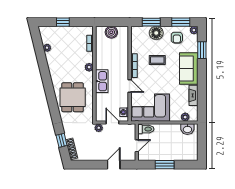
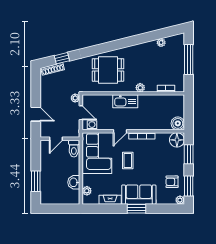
window: (63, 22) -> (189, 60), width x2.17
boiler: (111, 32) -> (178, 123), moved
floor lamp: (156, 33) -> (177, 140), moved
window: (202, 50) -> (136, 209), moved
coffee table: (157, 60) -> (128, 160), moved
door: (112, 123) -> (81, 113), hinge flipped
washbasin: (187, 129) -> (74, 182), moved
door: (137, 146) -> (56, 139), hinge flipped
window: (165, 165) -> (36, 181), moved

